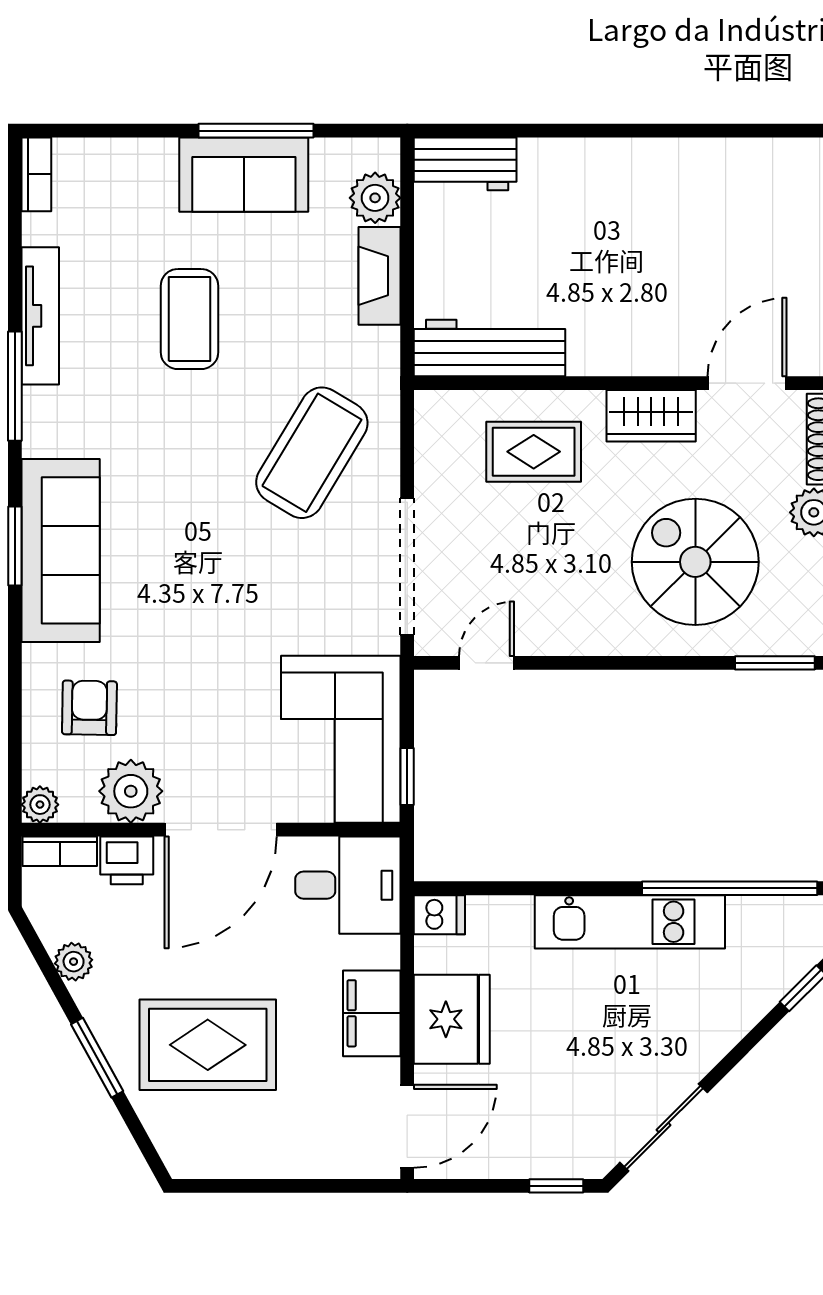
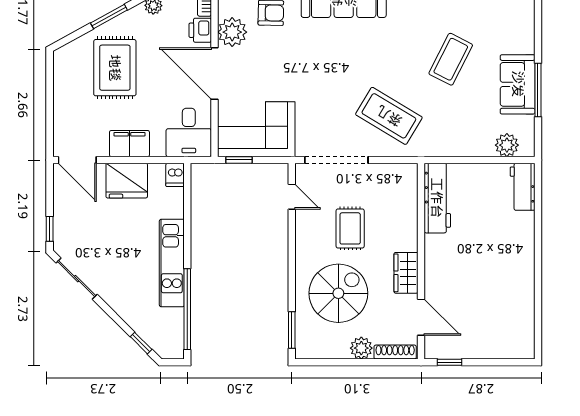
fireplace: (380, 276) -> (471, 147), removed
coffee table: (190, 319) -> (451, 59), turned -63
rug: (534, 452) -> (350, 228), moved

